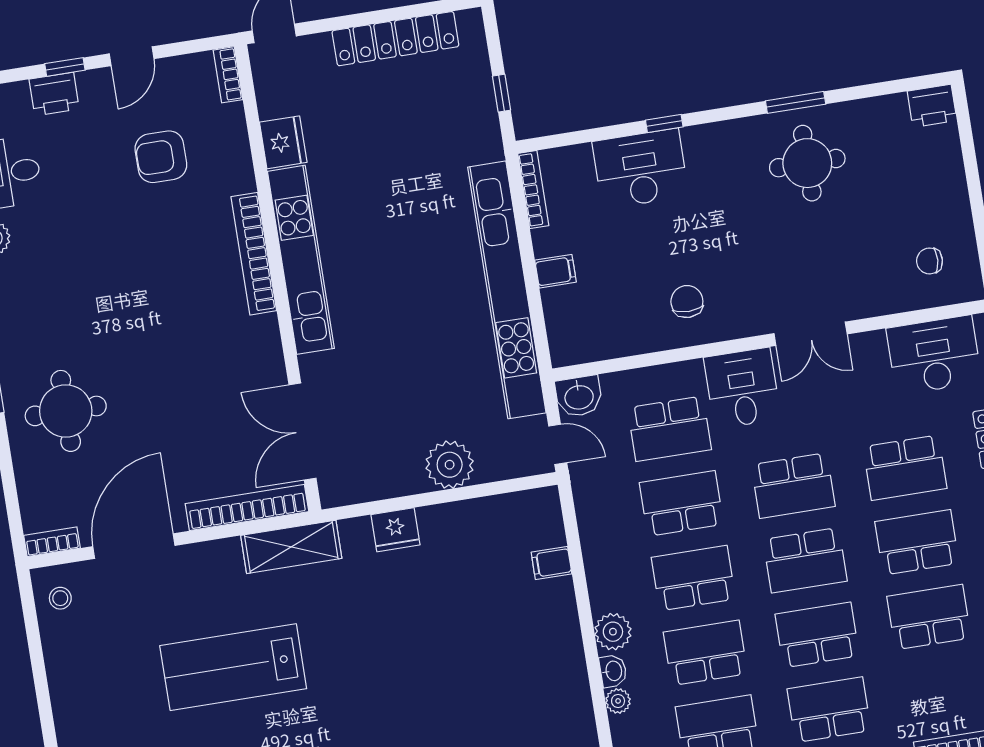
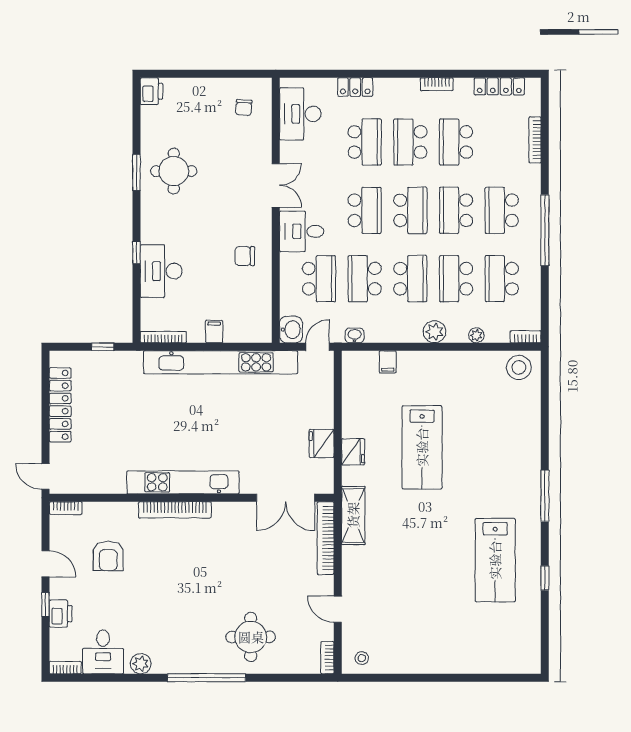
fridge: (283, 142) -> (322, 443), moved, turned -90
plant: (450, 465) -> (319, 413), removed
door: (134, 546) -> (338, 609), width x0.53
school desk: (693, 578) -> (410, 279), turned 180
lab bench: (233, 667) -> (422, 447), moved
washbasin: (613, 671) -> (355, 335), moved

